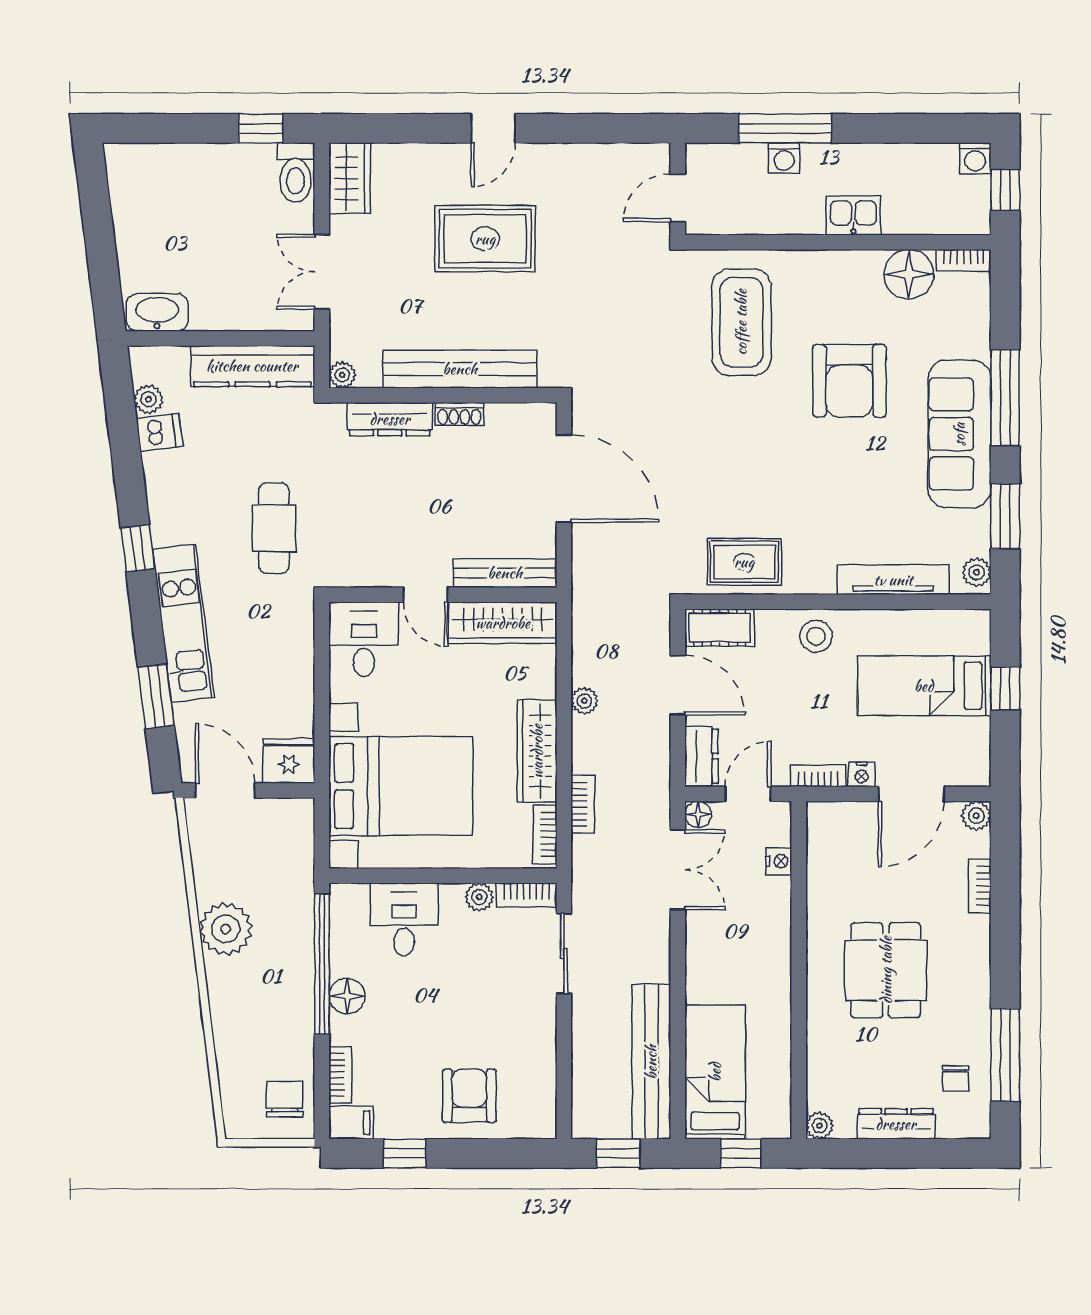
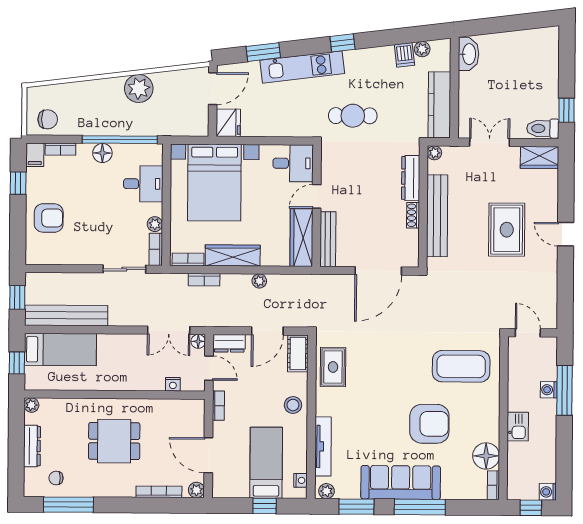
armchair: (849, 381) -> (429, 424), turned 180
nightstand: (862, 774) -> (300, 480), moved, turned 180
bookcase: (980, 886) -> (159, 492), width x1.56

